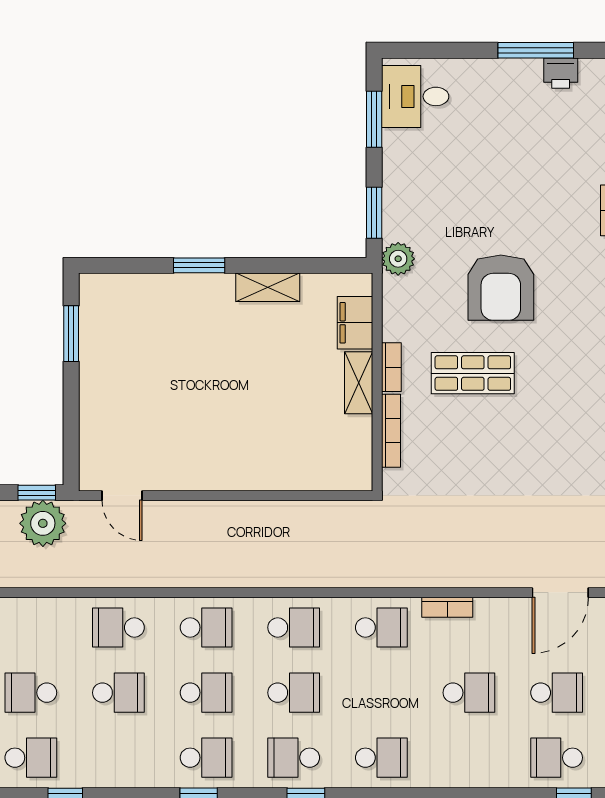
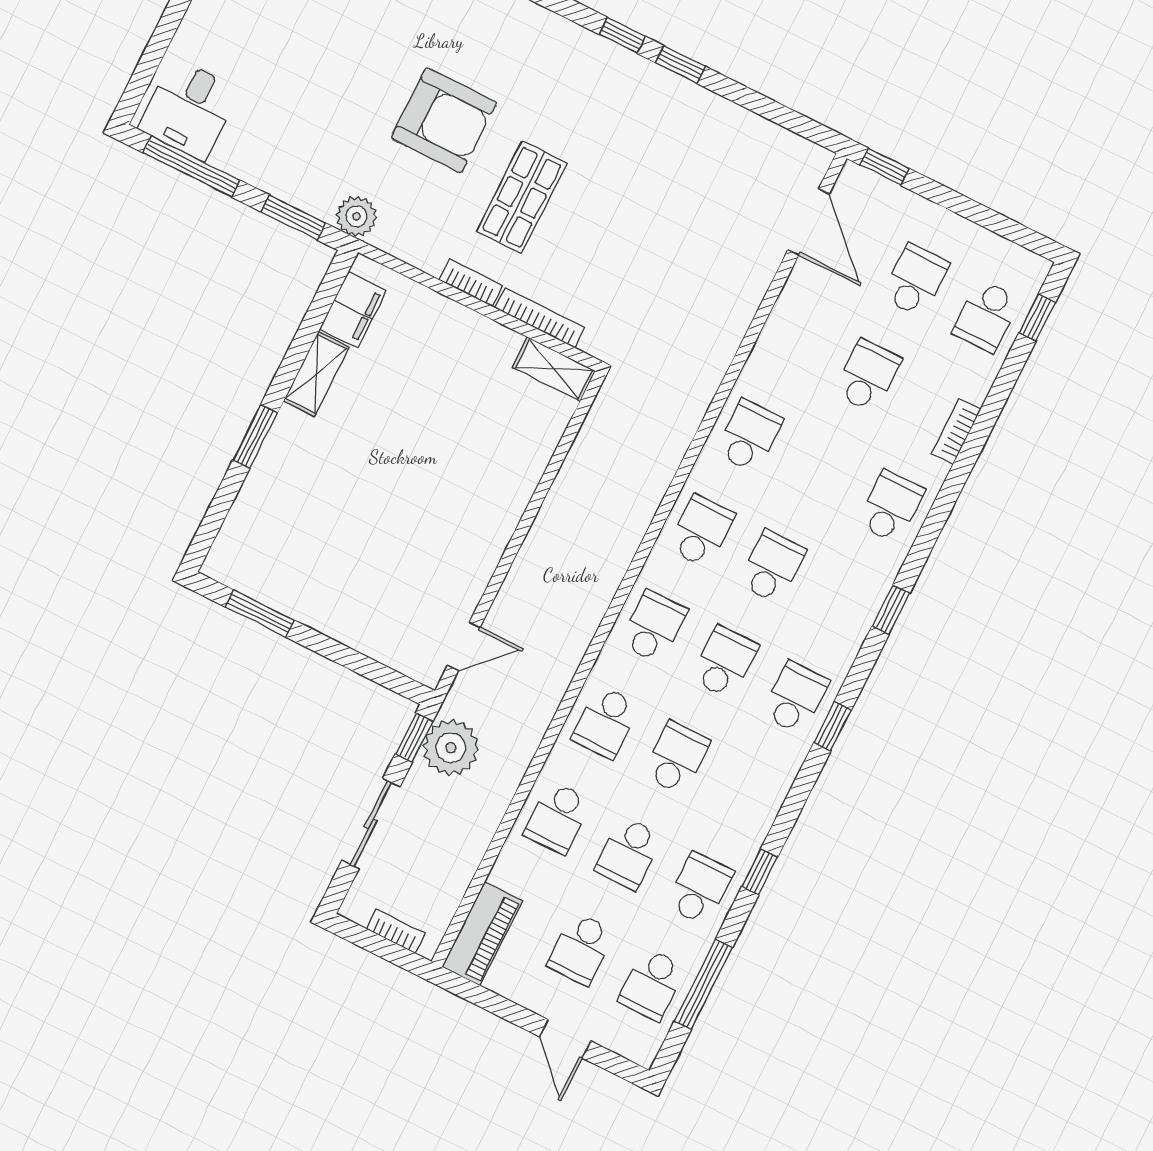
window: (374, 119) -> (191, 166), width x1.44
filing cabinet: (355, 323) -> (353, 310), moved, turned -90
shelving: (359, 383) -> (554, 369), moved
bookcase: (447, 607) -> (956, 431), moved, turned 180
school desk: (294, 758) -> (558, 818), moved

